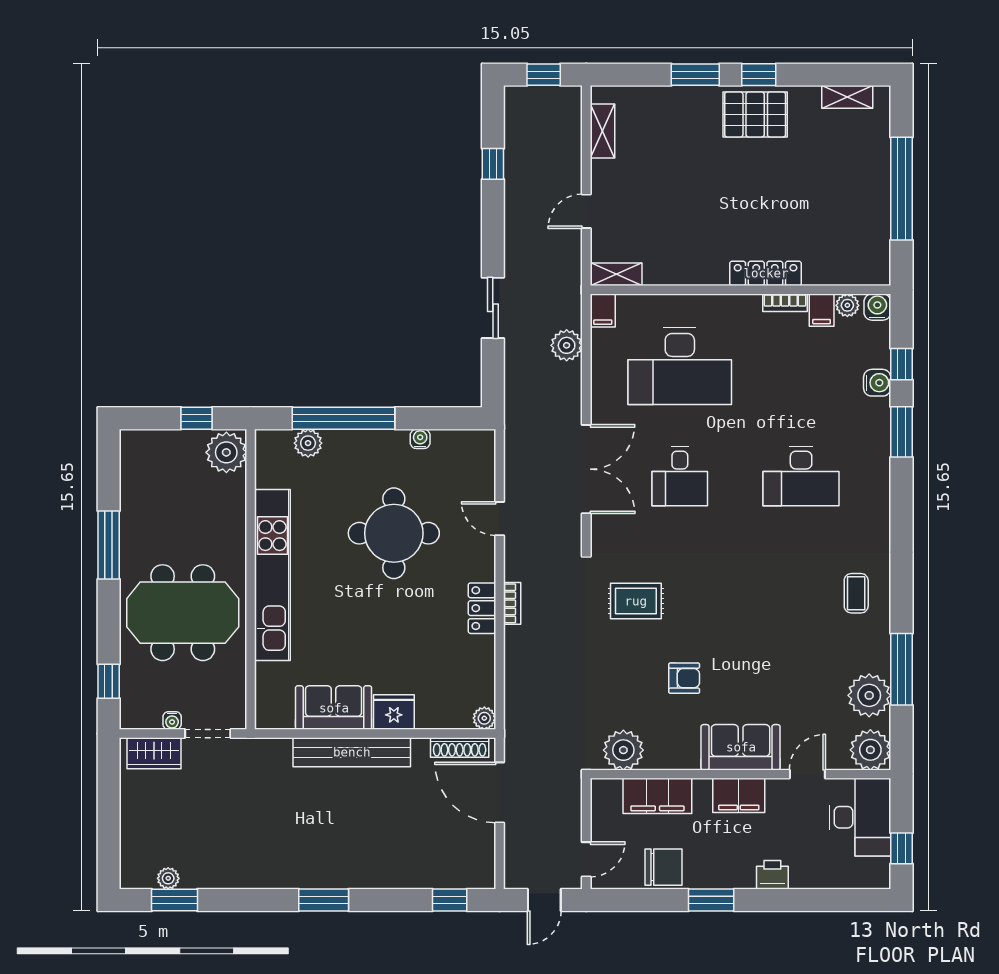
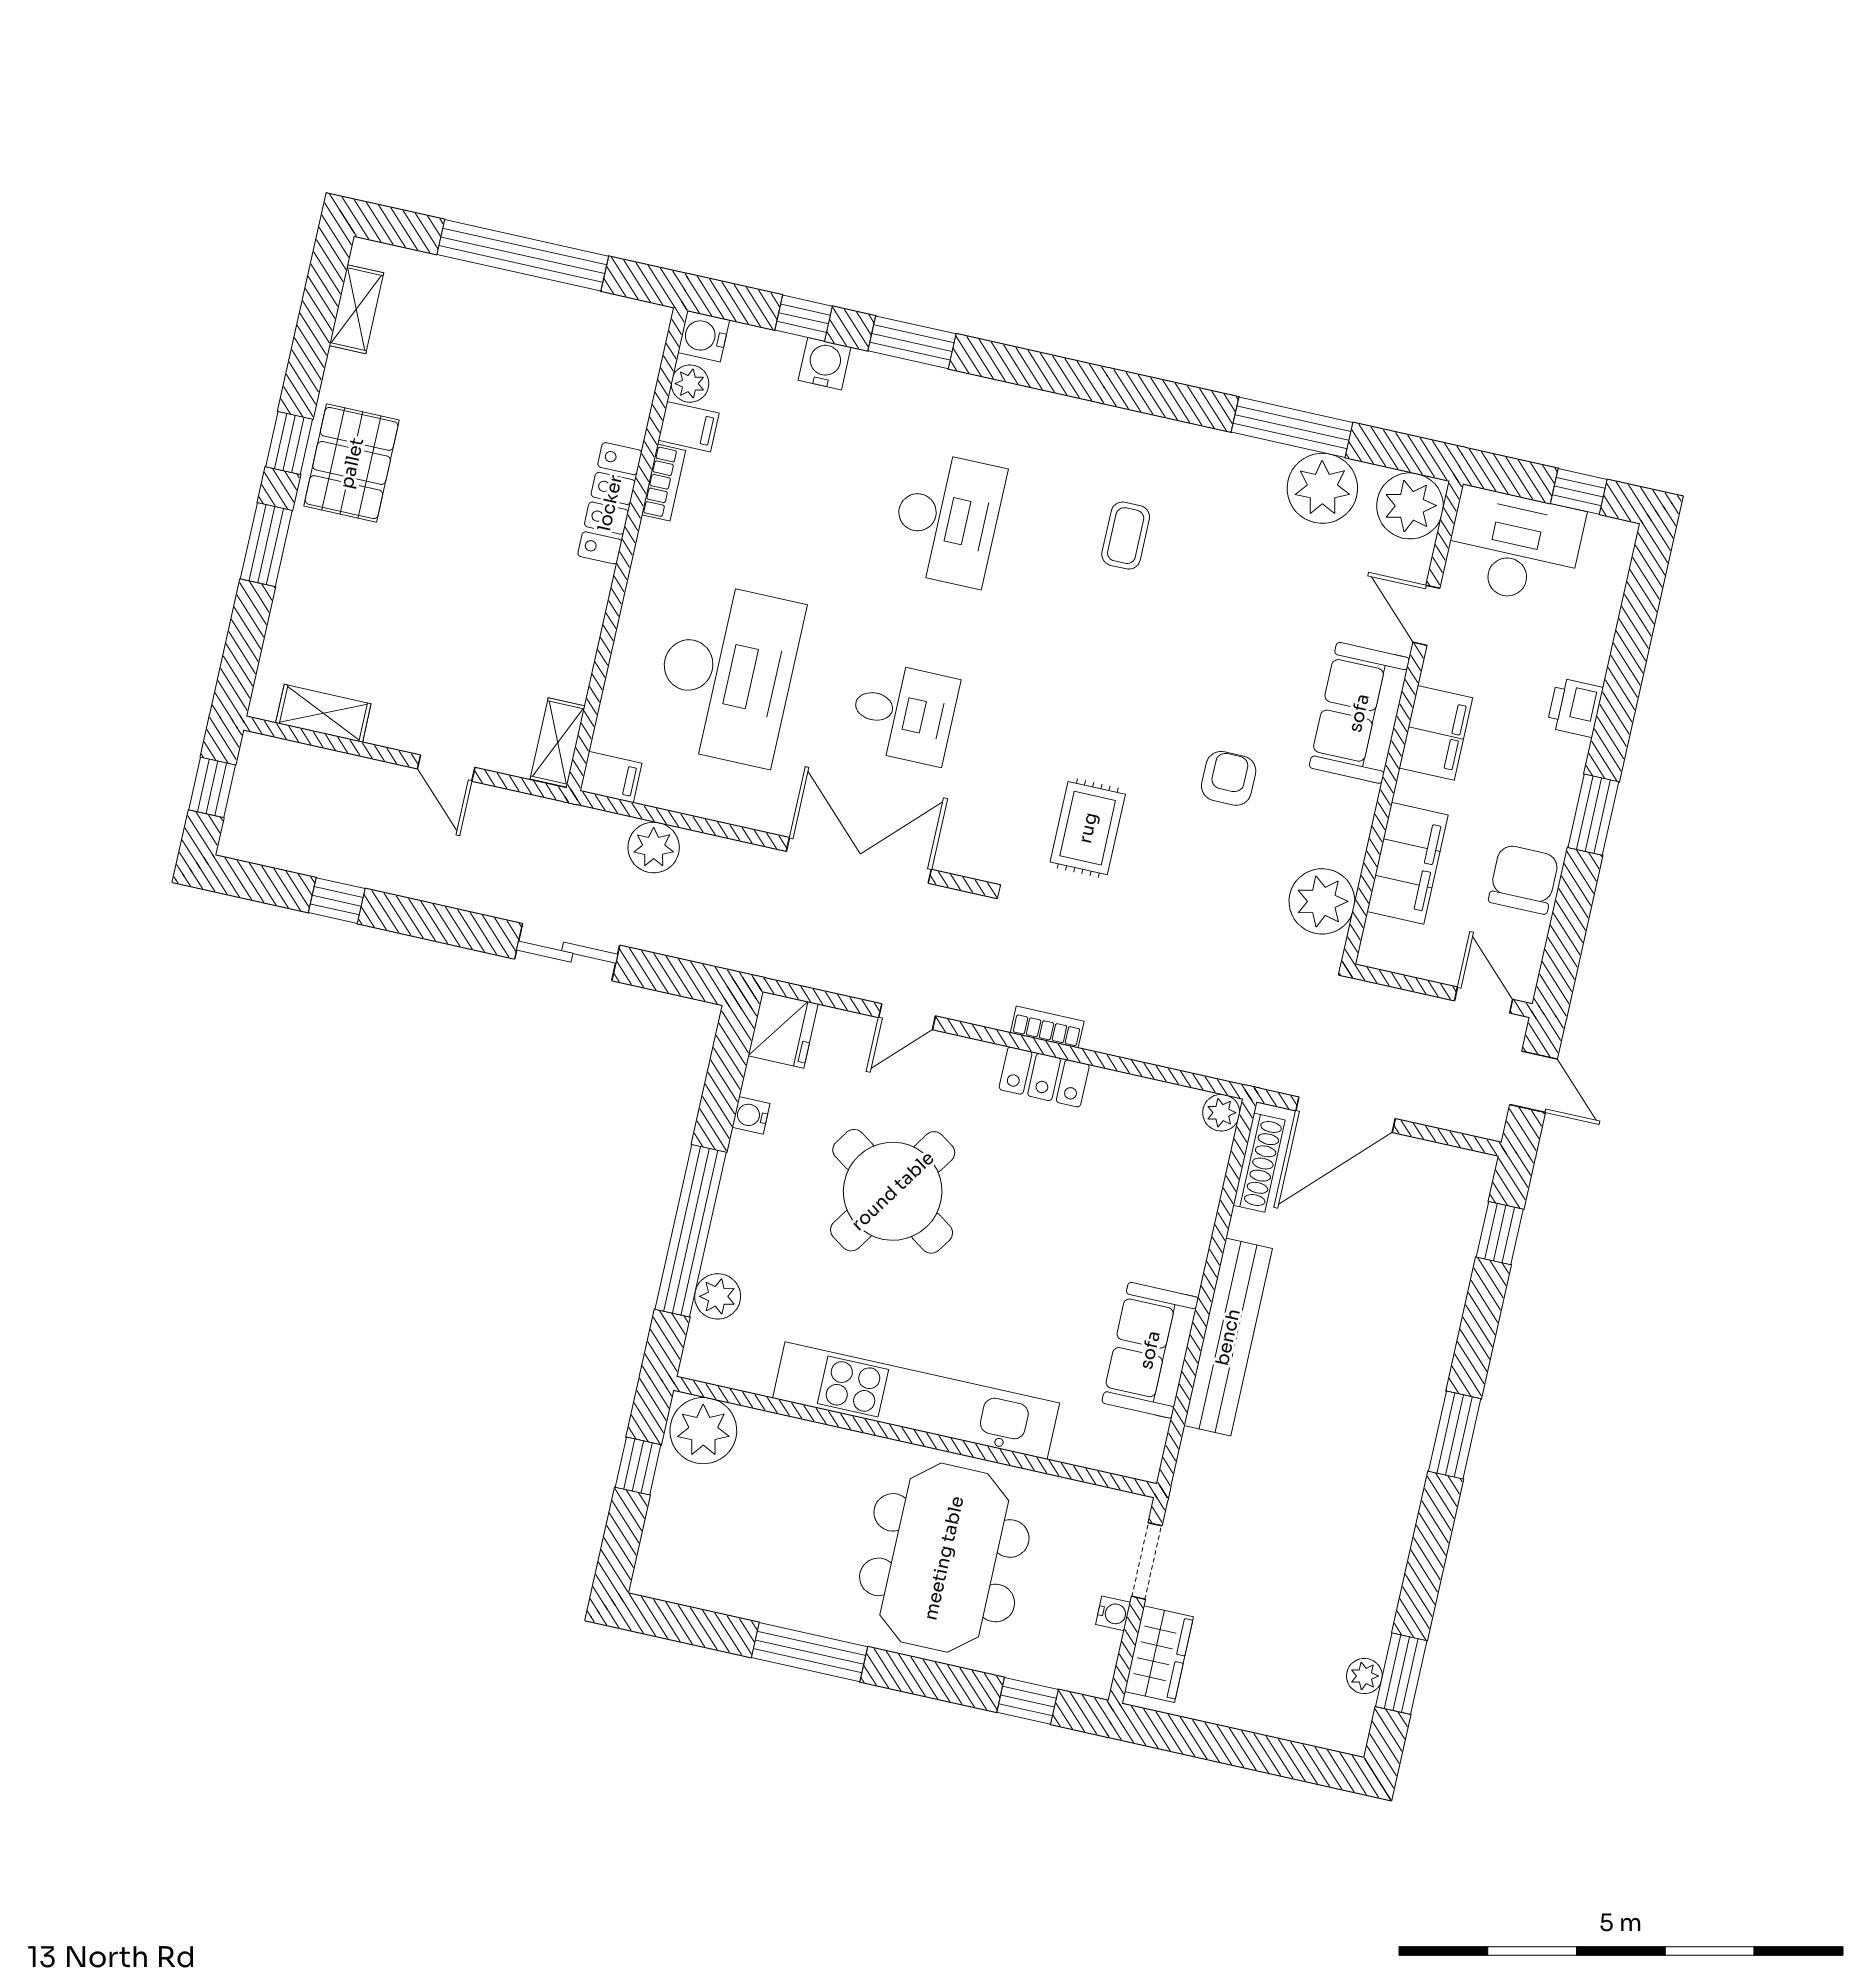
round table: (394, 533) -> (893, 1191), turned 34
coffee table: (856, 593) -> (1126, 536), moved, turned 90
fridge: (394, 712) -> (783, 1030), moved, turned 180

